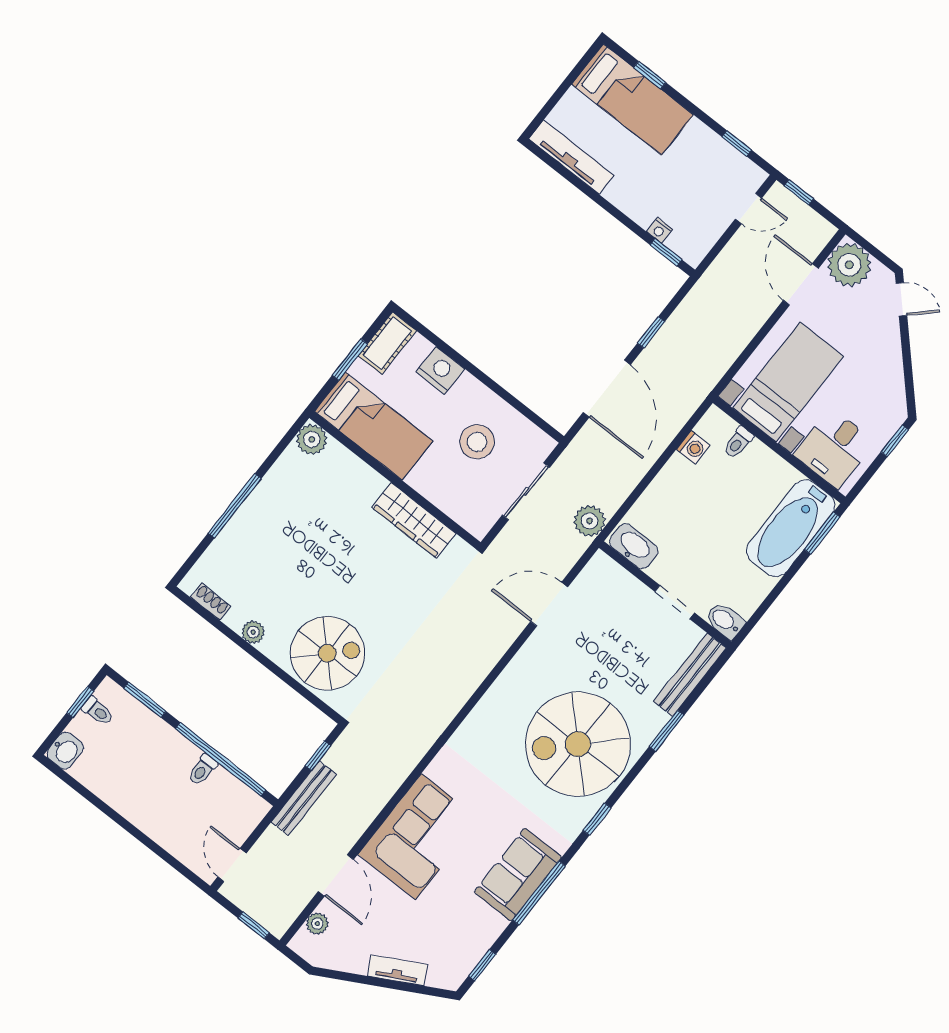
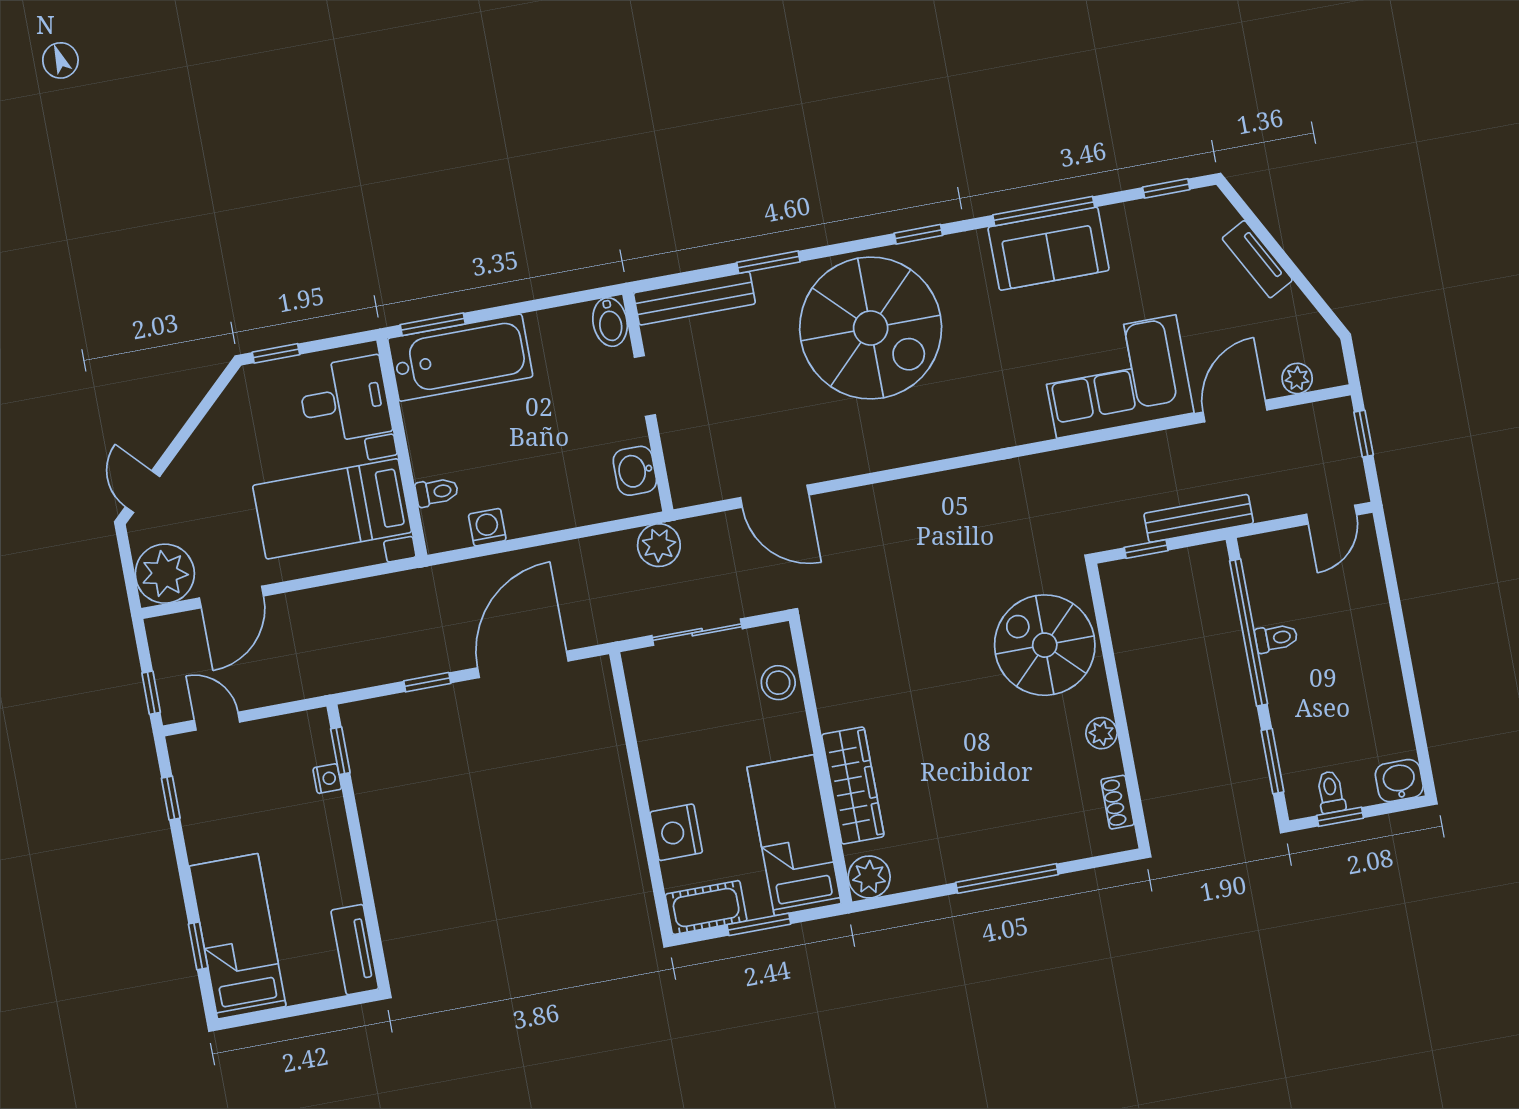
tv unit: (571, 157) -> (355, 950), width x0.71
stool: (477, 442) -> (778, 683), moved, width x0.73, depth x0.73
wardrobe: (414, 520) -> (853, 785), moved
washbasin: (634, 546) -> (635, 471), width x0.72

